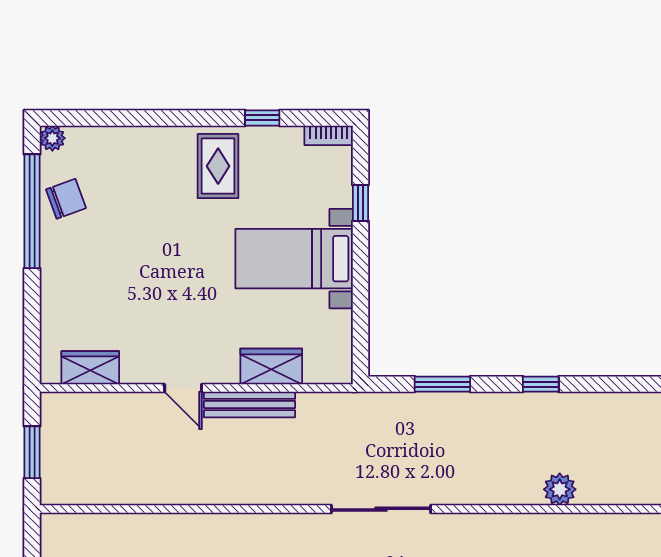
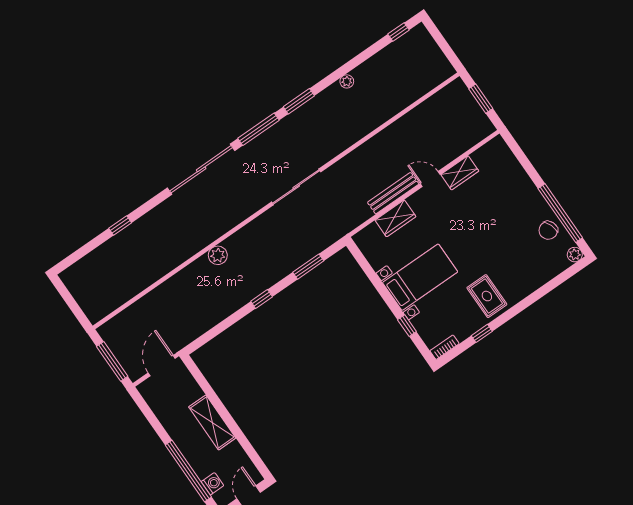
wardrobe: (90, 368) -> (460, 173), moved

